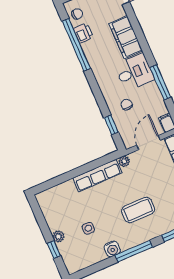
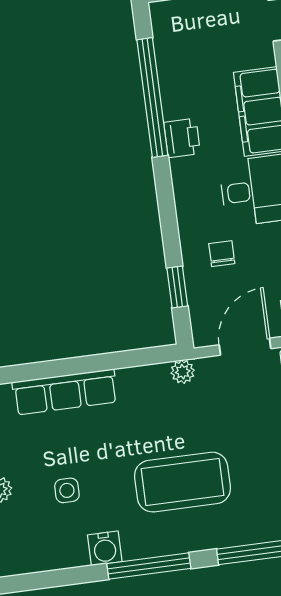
chair: (77, 14) -> (173, 33), removed
printer: (83, 33) -> (182, 138), moved
row of seats: (97, 176) -> (65, 392), moved
coffee table: (138, 210) -> (182, 482), width x1.36, depth x1.32

